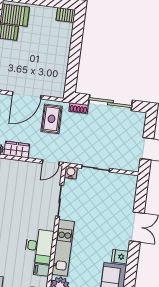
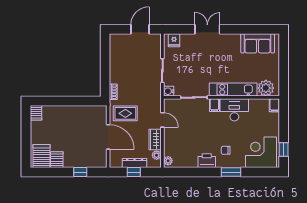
sliding door: (110, 103) -> (105, 65), removed
door: (51, 163) -> (162, 120), moved
fridge: (120, 257) -> (174, 40), moved
filing cabinet: (42, 270) -> (214, 105), moved

